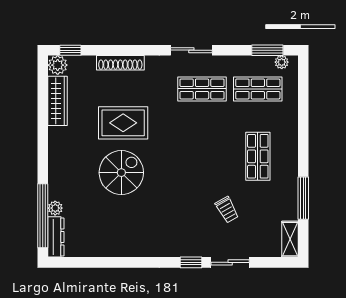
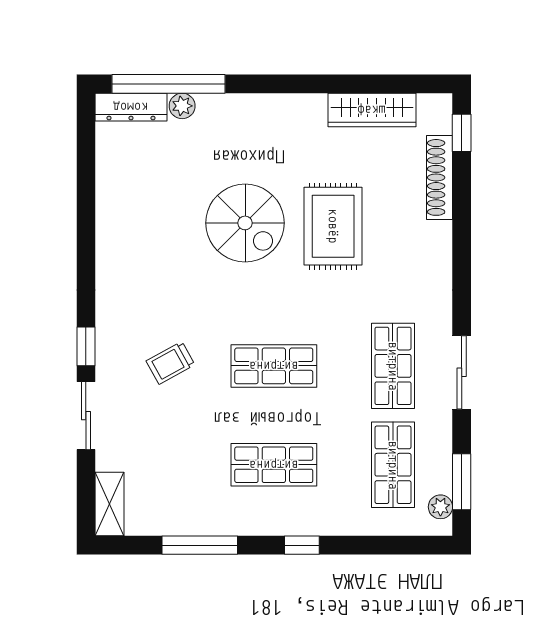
sliding door: (191, 50) -> (462, 372), moved
shoe rack: (120, 63) -> (440, 177), moved
plant: (58, 65) -> (435, 110), removed
window: (303, 140) -> (302, 545), added
shop shelf: (202, 156) -> (274, 366), added
trolley: (227, 210) -> (170, 363), moved
shelving: (290, 239) -> (109, 504), moved, turned 90

